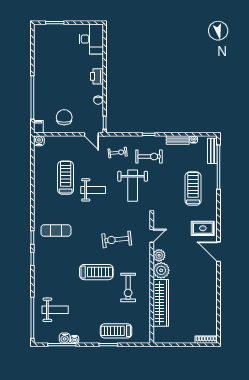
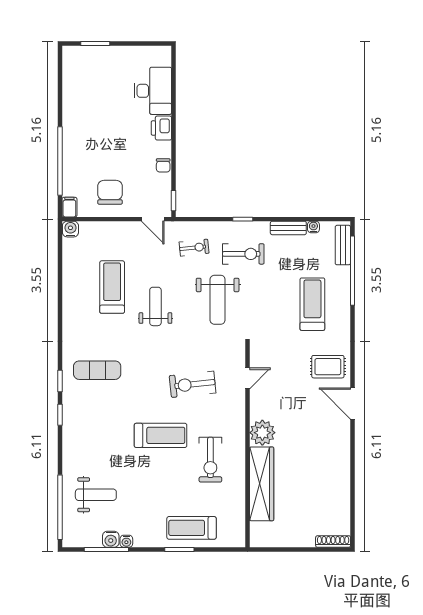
desk: (91, 39) -> (153, 91), moved
weight bench: (93, 190) -> (155, 306), turned -90
plant: (159, 255) -> (259, 409), removed

